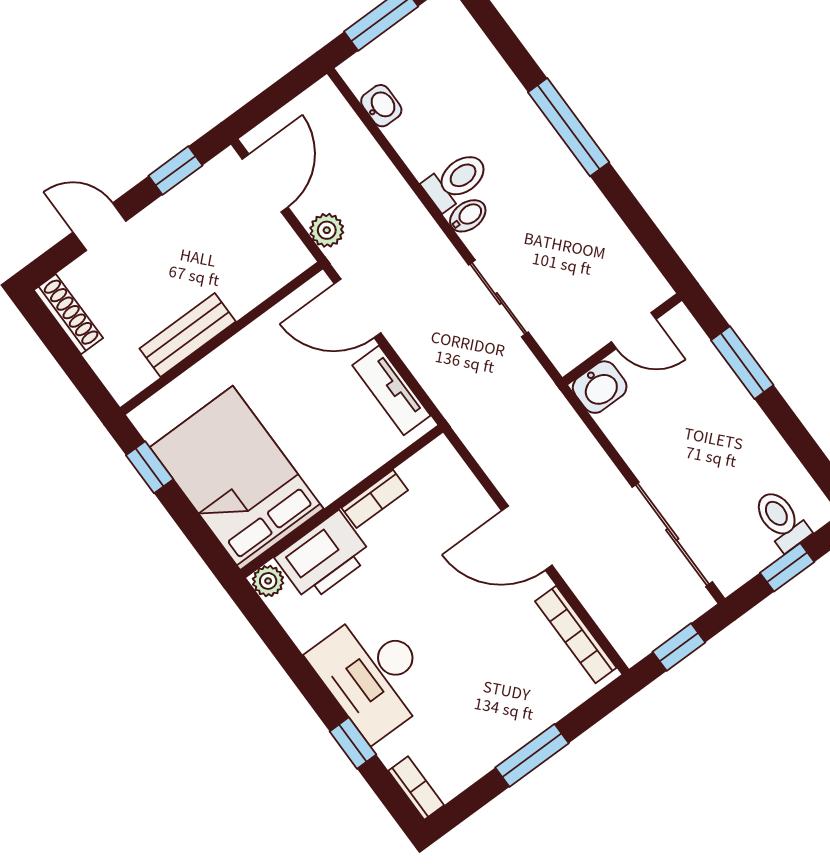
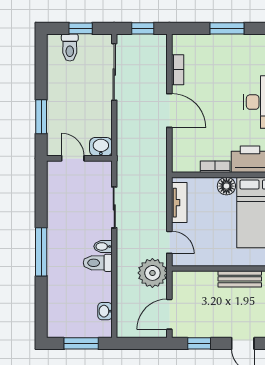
plant: (327, 230) -> (152, 273), width x1.87, depth x1.87
door: (358, 308) -> (169, 242), width x0.73
floor lamp: (330, 480) -> (226, 186), added
bookcase: (576, 635) -> (178, 70), width x0.64

